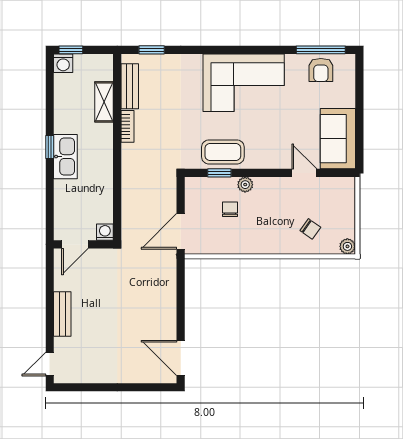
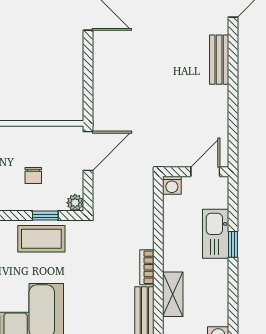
plant: (245, 185) -> (75, 203), moved
washing machine: (105, 232) -> (172, 185), moved
door: (75, 244) -> (205, 172), moved
wall: (83, 244) -> (196, 172), moved

